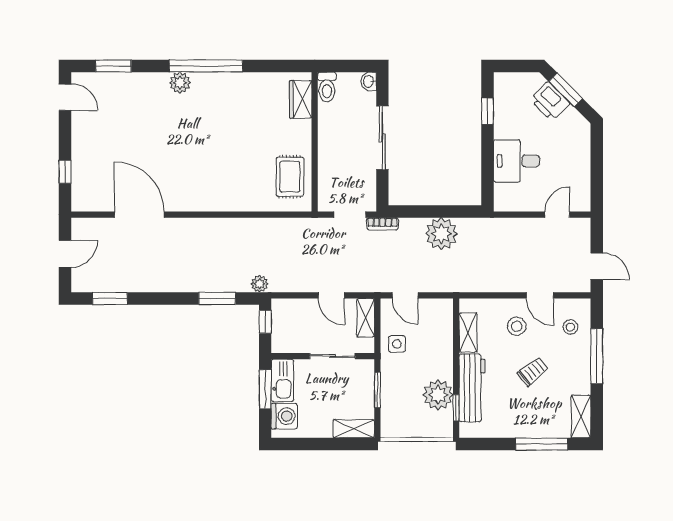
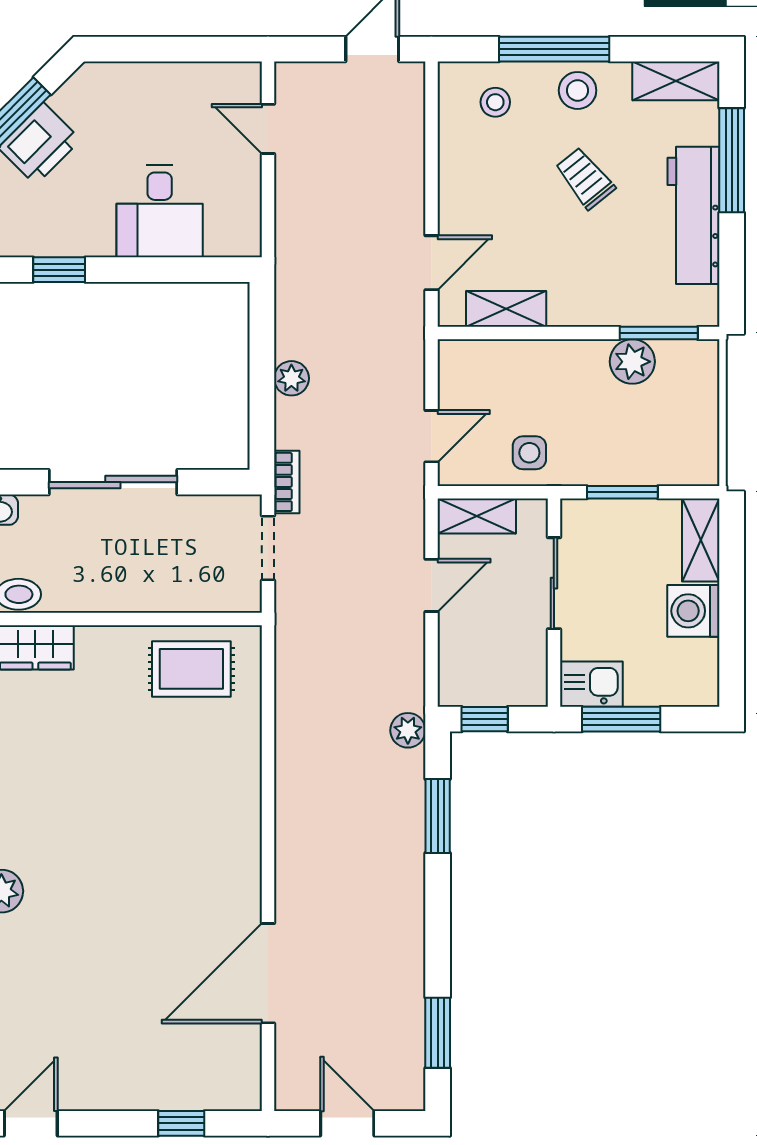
plant: (441, 234) -> (291, 378), width x0.53, depth x0.53
door: (540, 295) -> (431, 263), moved
stool: (517, 326) -> (578, 90), moved
kitchen sink: (282, 380) -> (591, 684), width x0.73
workbench: (472, 388) -> (694, 215), moved, turned -90
plant: (438, 395) -> (632, 362), width x0.73, depth x0.73
window: (456, 408) -> (659, 333), width x1.50
washing machine: (284, 416) -> (693, 611), moved, turned -90

